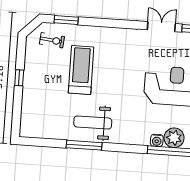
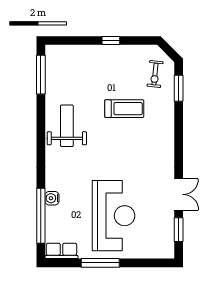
treadmill: (81, 70) -> (124, 109), width x0.73, depth x0.73
plant: (174, 138) -> (56, 217), removed
window: (84, 145) -> (41, 75), moved

